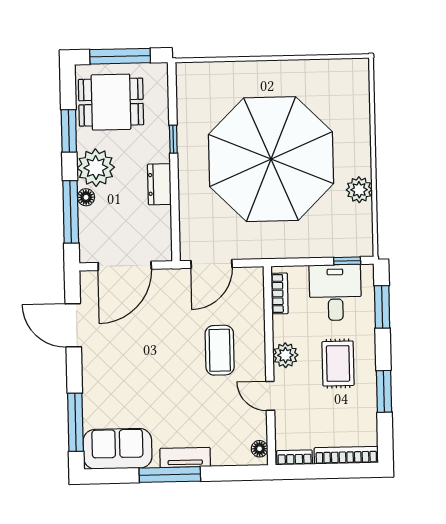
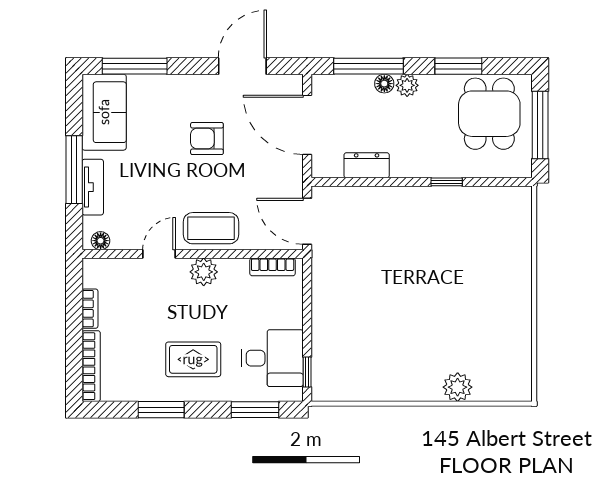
parasol: (271, 159) -> (422, 290), removed
plant: (96, 168) -> (407, 85), width x0.53, depth x0.53
dresser: (159, 184) -> (367, 165), moved
plant: (359, 190) -> (458, 387), moved
bookcase: (280, 293) -> (273, 267), moved
plant: (285, 355) -> (204, 272), moved
armchair: (139, 356) -> (207, 139), added
wall: (270, 366) -> (193, 254), moved
door: (270, 396) -> (159, 254), moved
floor lamp: (260, 449) -> (101, 241), moved

